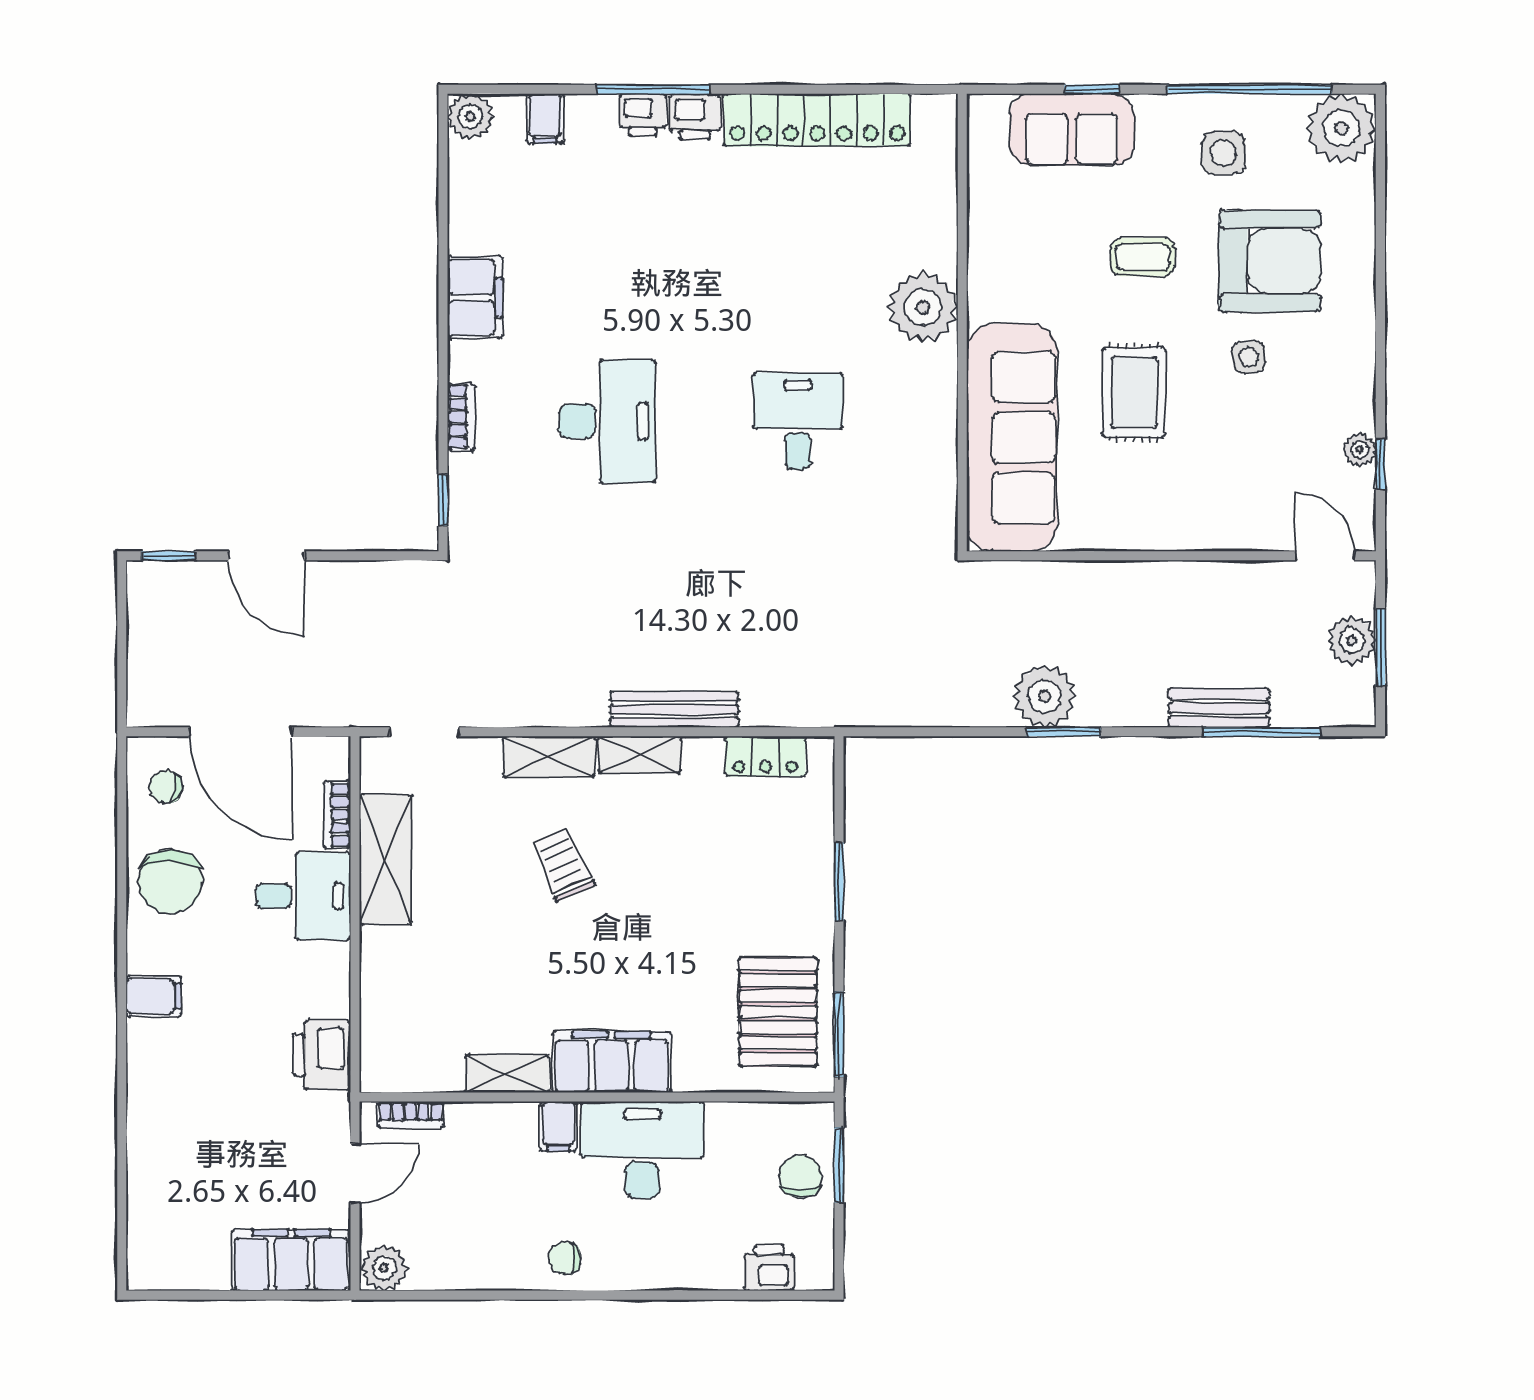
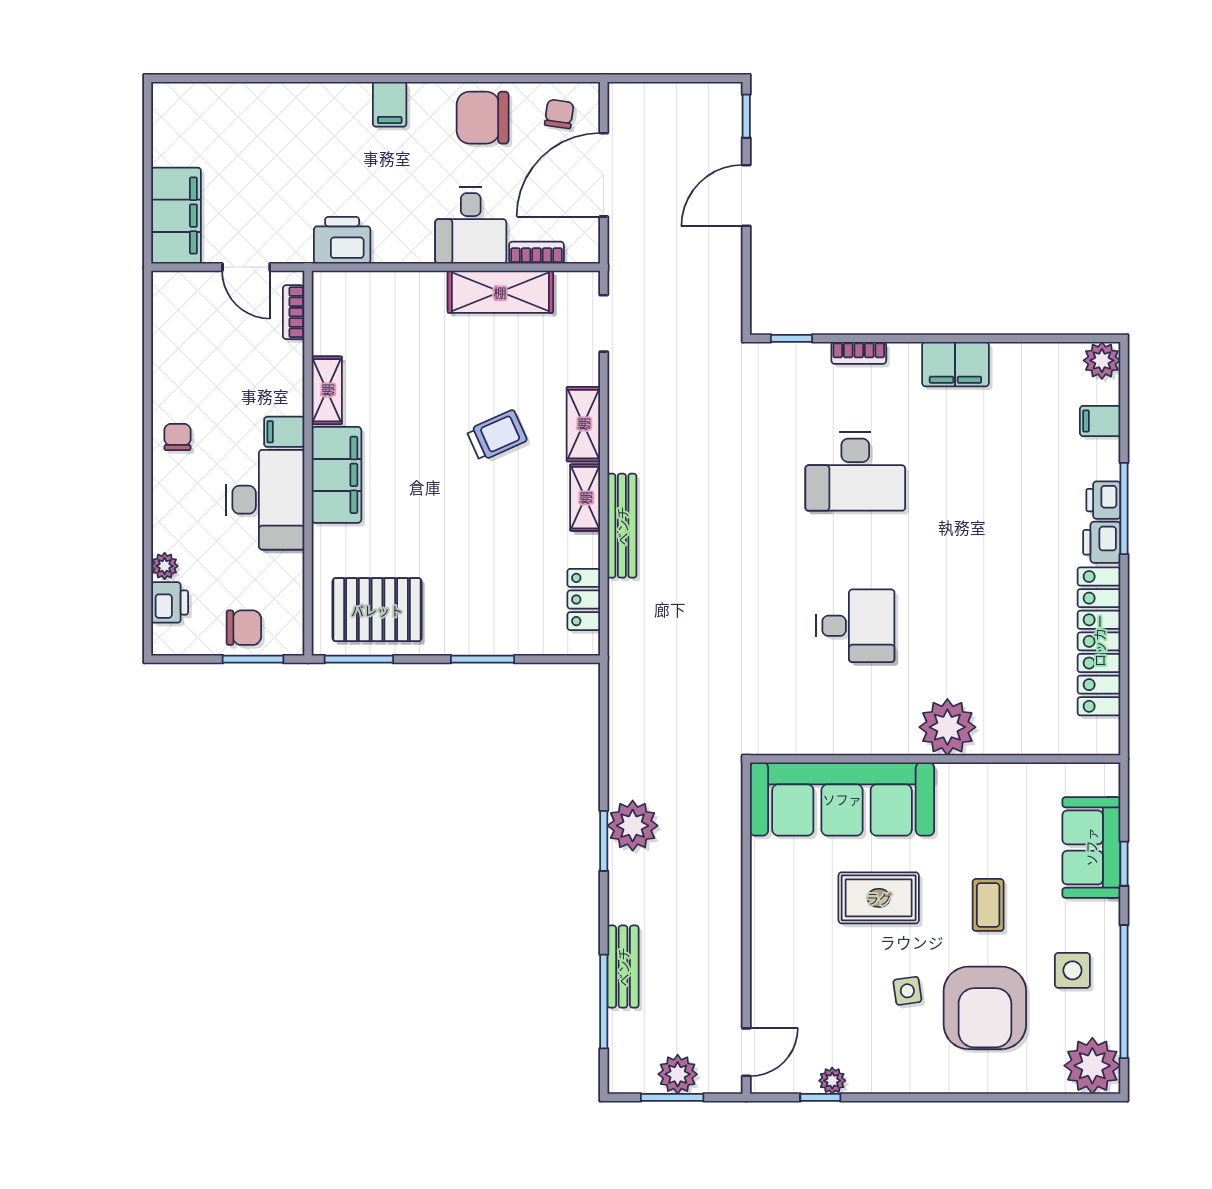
plant: (384, 1268) -> (165, 566), moved, width x0.73, depth x0.73

